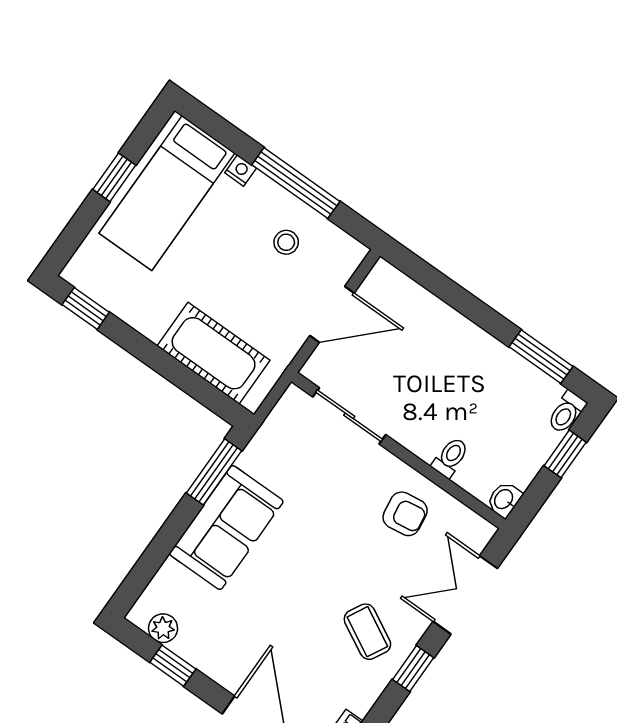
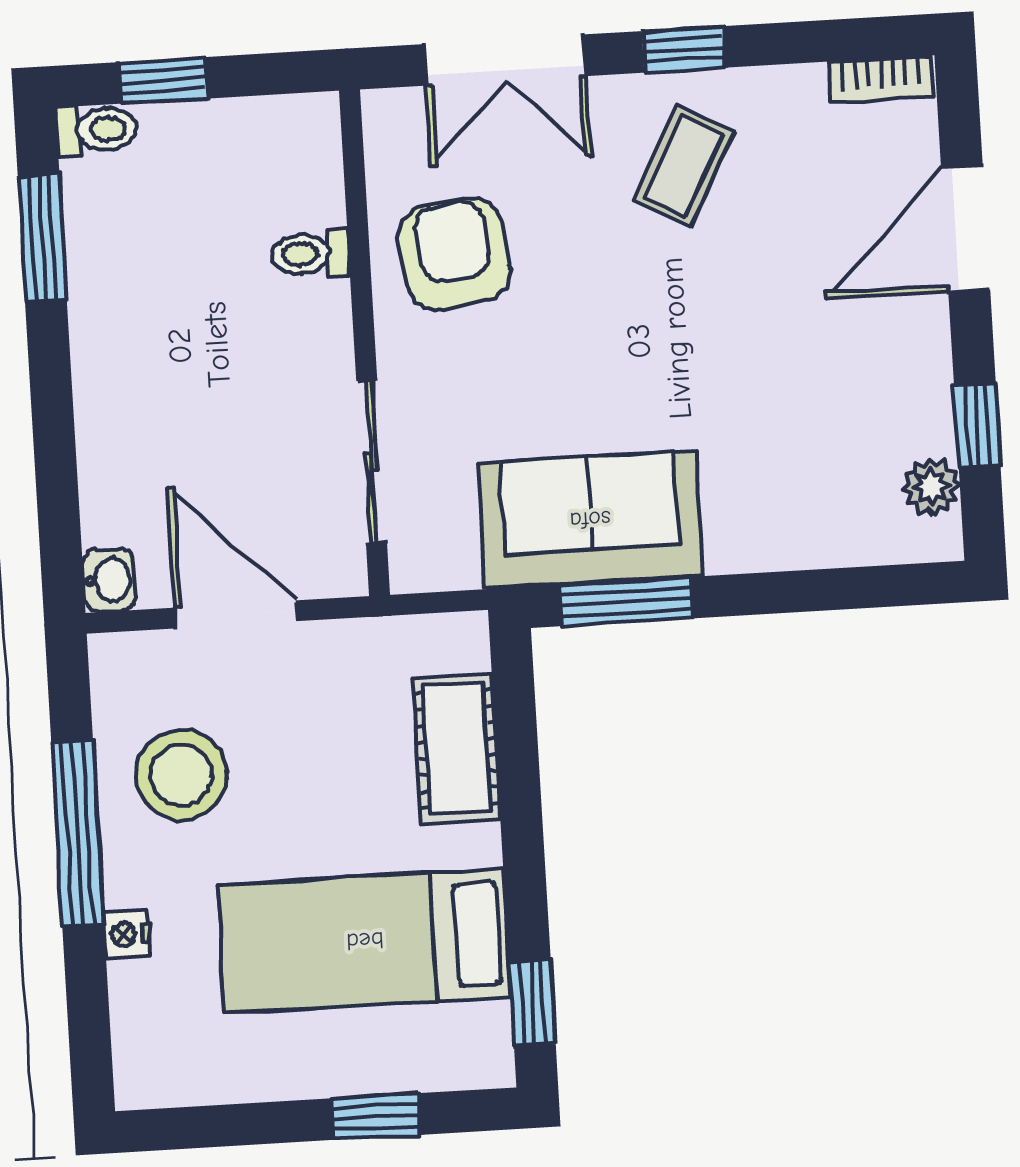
window: (114, 177) -> (376, 1117), moved
bed: (167, 193) -> (365, 941), moved, turned 180
stool: (286, 242) -> (181, 775), width x1.89, depth x1.89
cot: (214, 353) -> (457, 749), width x0.73, depth x0.75
washbasin: (504, 500) -> (109, 580), moved, turned -90
armchair: (405, 514) -> (454, 254), width x1.38, depth x1.38
sofa: (226, 528) -> (590, 520), moved

